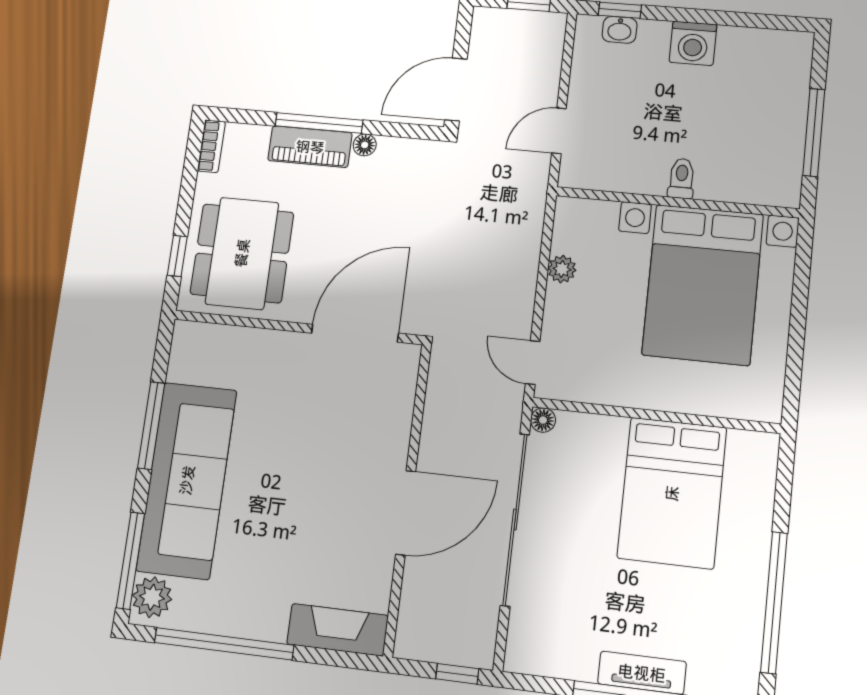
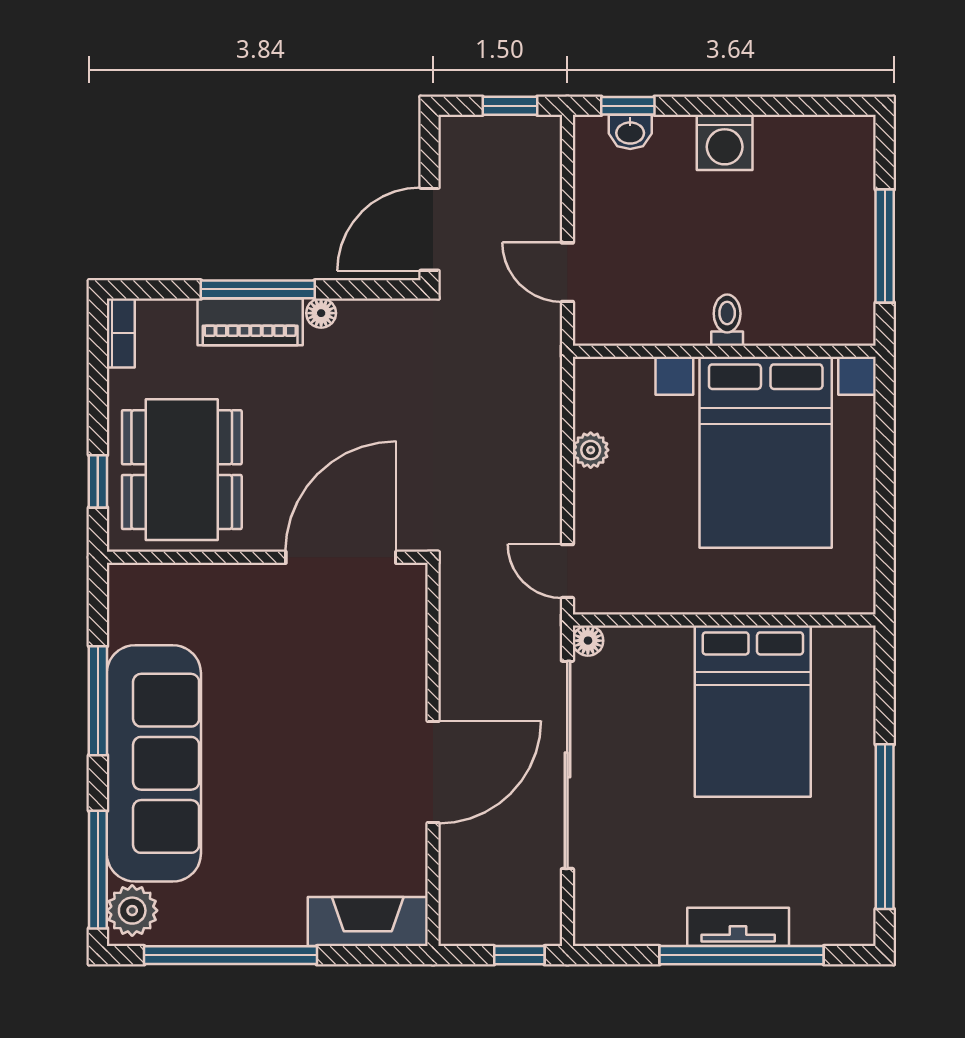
door: (559, 131) -> (567, 272), hinge flipped

